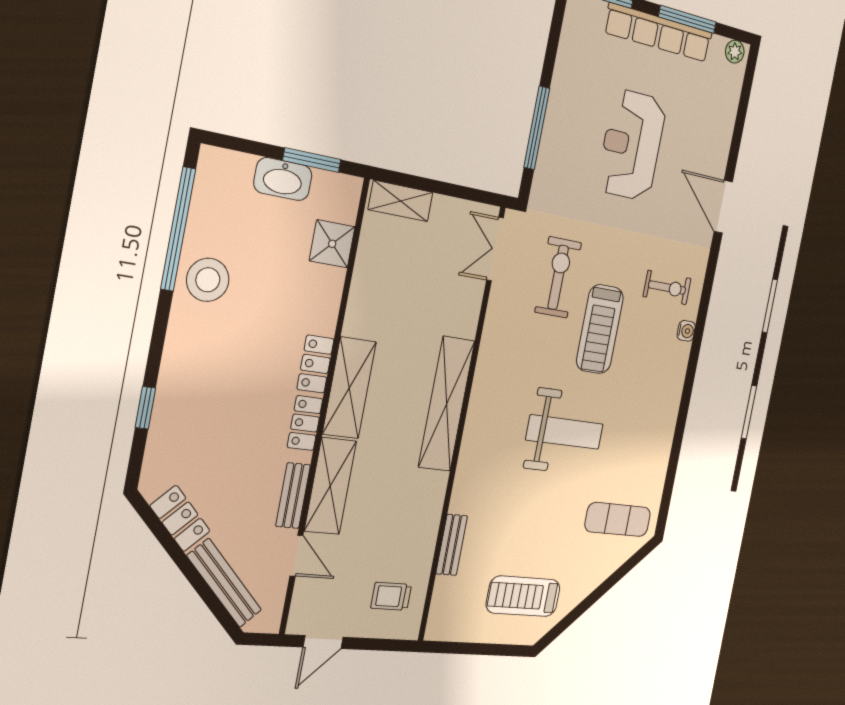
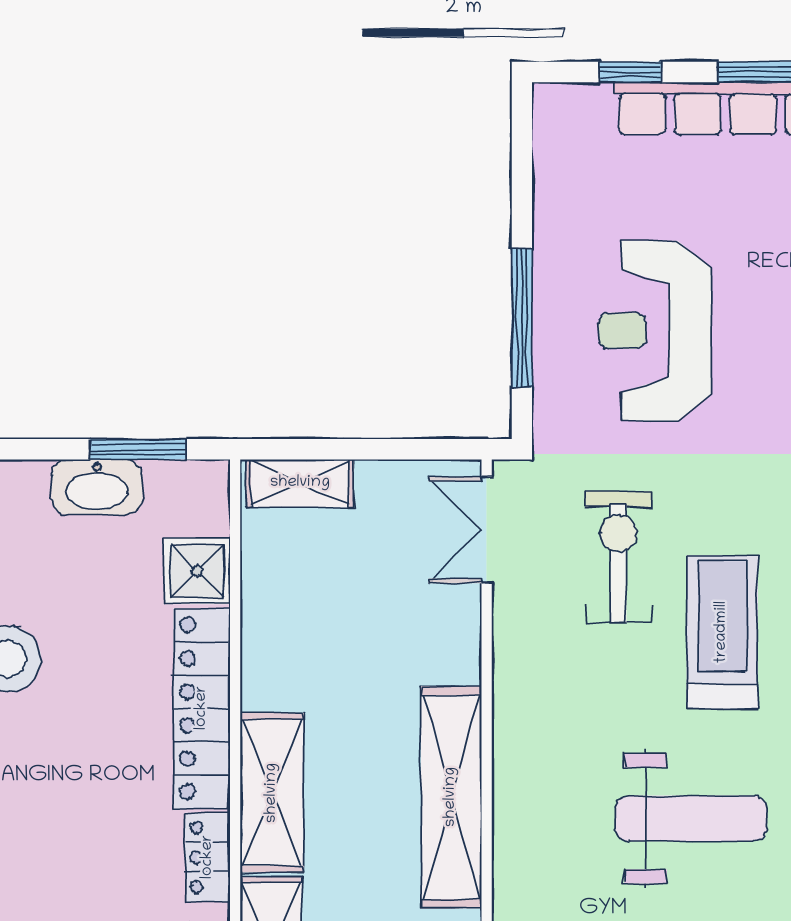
reception desk: (632, 145) -> (655, 331), moved
treadmill: (600, 329) -> (722, 632), turned 180
locker: (315, 364) -> (202, 708), width x2.16, depth x1.21

